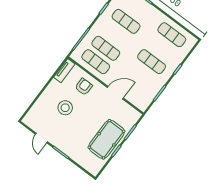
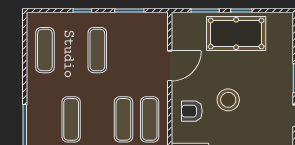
door: (115, 93) -> (170, 66), swing flipped
stool: (65, 108) -> (228, 100), moved

